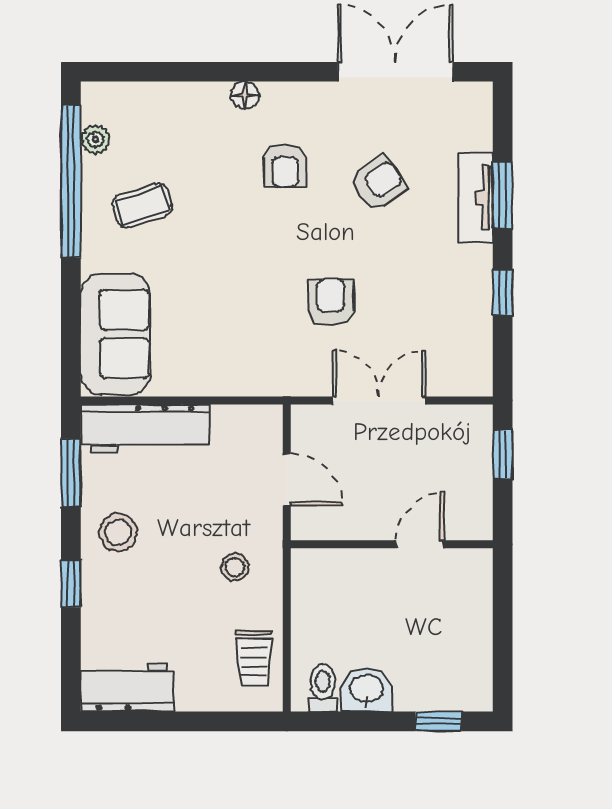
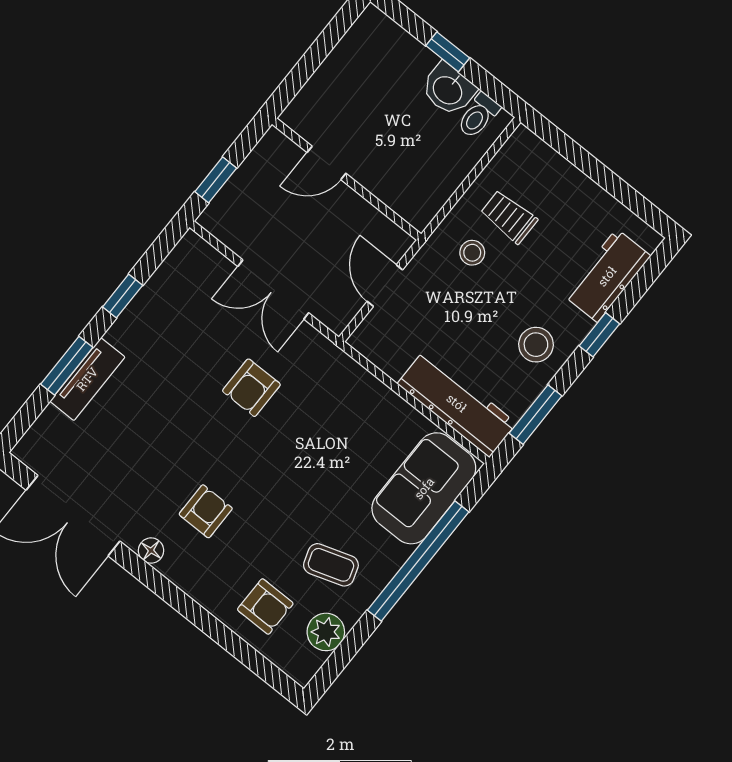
floor lamp: (245, 95) -> (151, 551), moved
plant: (95, 140) -> (326, 632), width x1.38, depth x1.38
window: (71, 181) -> (418, 561), moved
armchair: (378, 183) -> (265, 607), moved, turned -145
trolley: (254, 658) -> (509, 217), moved, turned -90
workbench: (127, 687) -> (607, 276), moved, turned 90
window: (438, 721) -> (448, 52), moved

